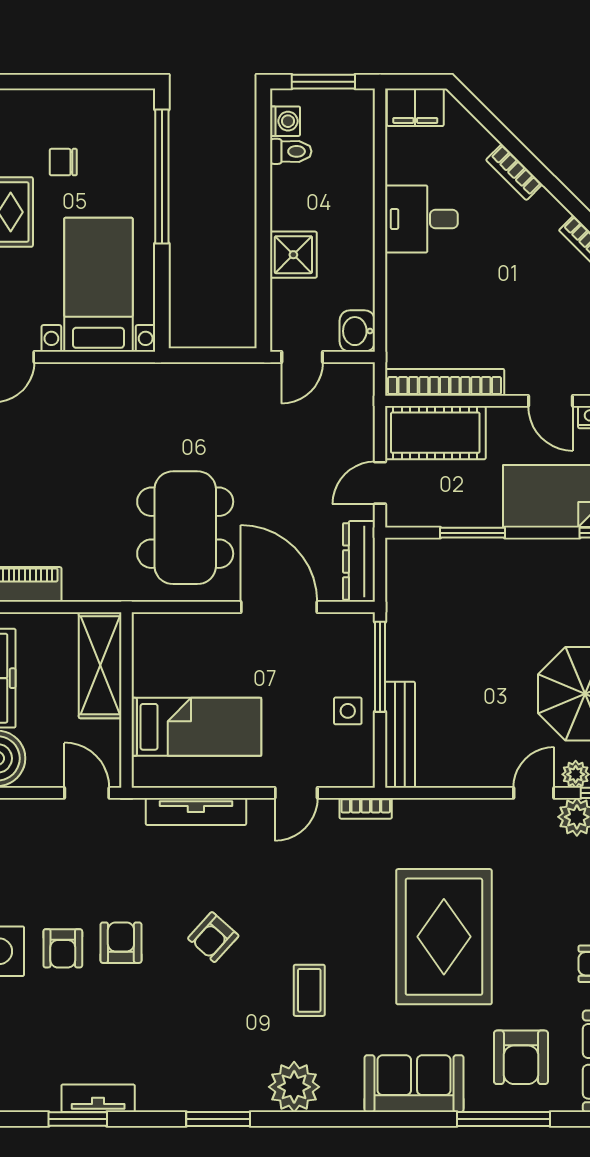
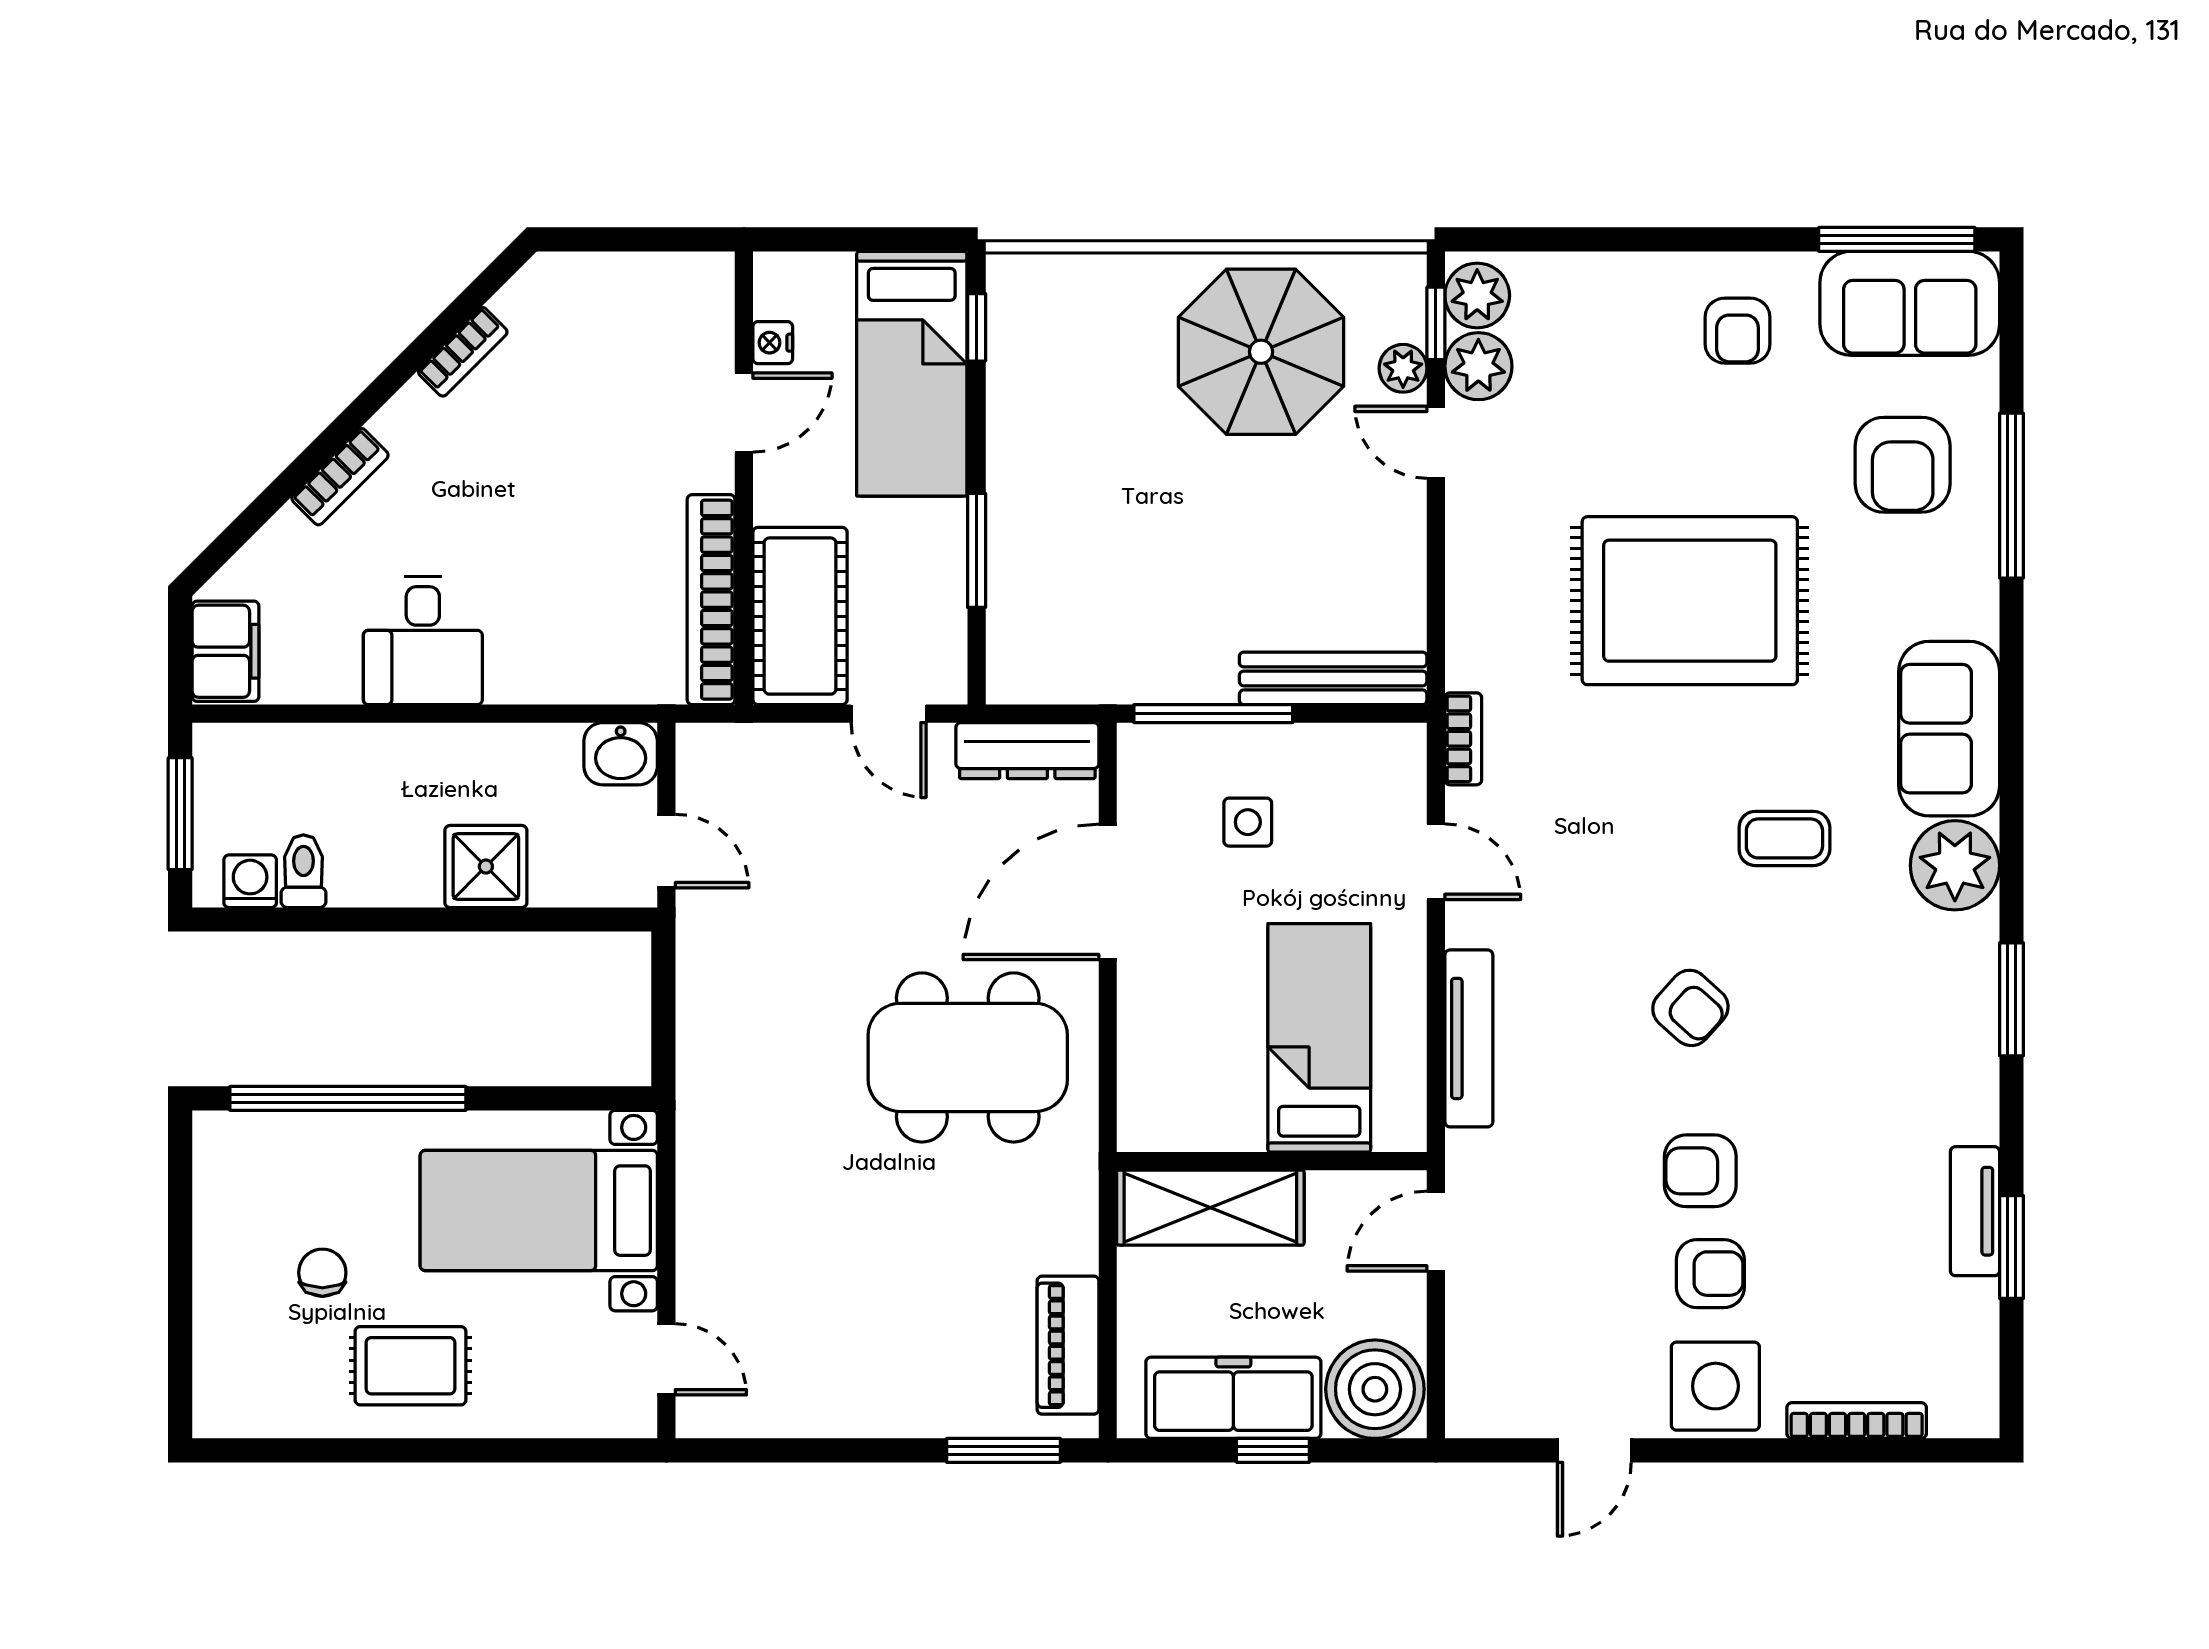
chair: (63, 162) -> (322, 1273), turned 180
side table: (348, 711) -> (1248, 822), moved
armchair: (521, 1057) -> (1903, 465), turned 90
sofa: (414, 1084) -> (1949, 729), moved

